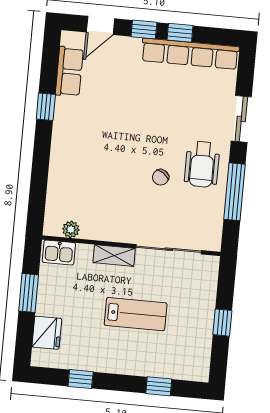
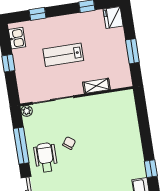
plant: (71, 229) -> (27, 111), moved
kitchen sink: (59, 253) -> (17, 38), moved, turned 90
shelving: (114, 255) -> (96, 86), moved
fridge: (47, 333) -> (113, 18), moved

